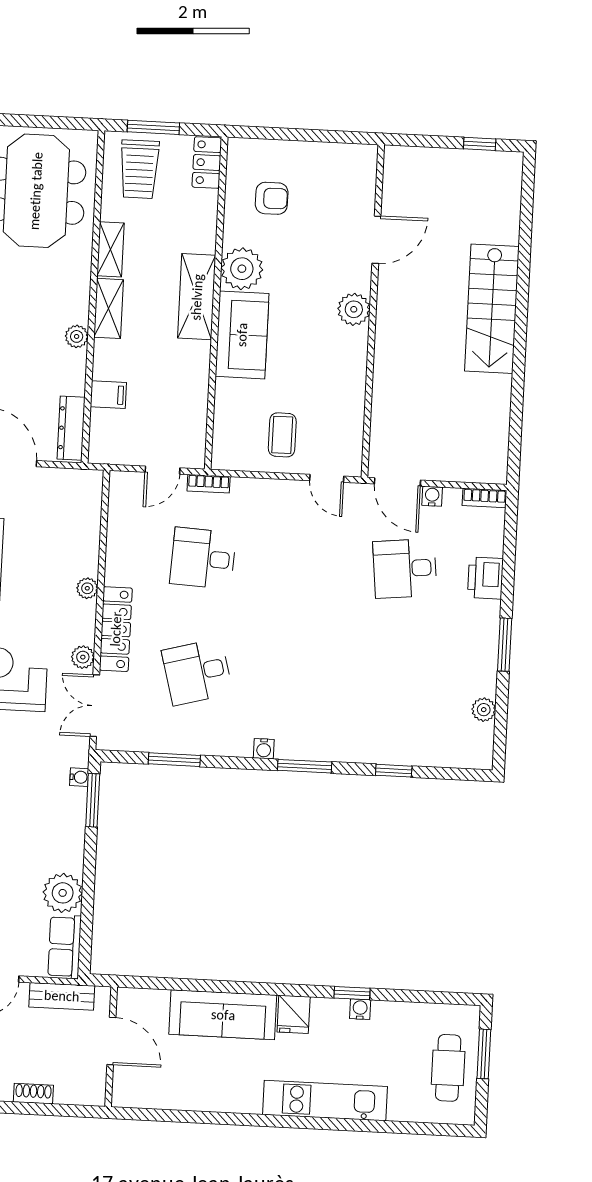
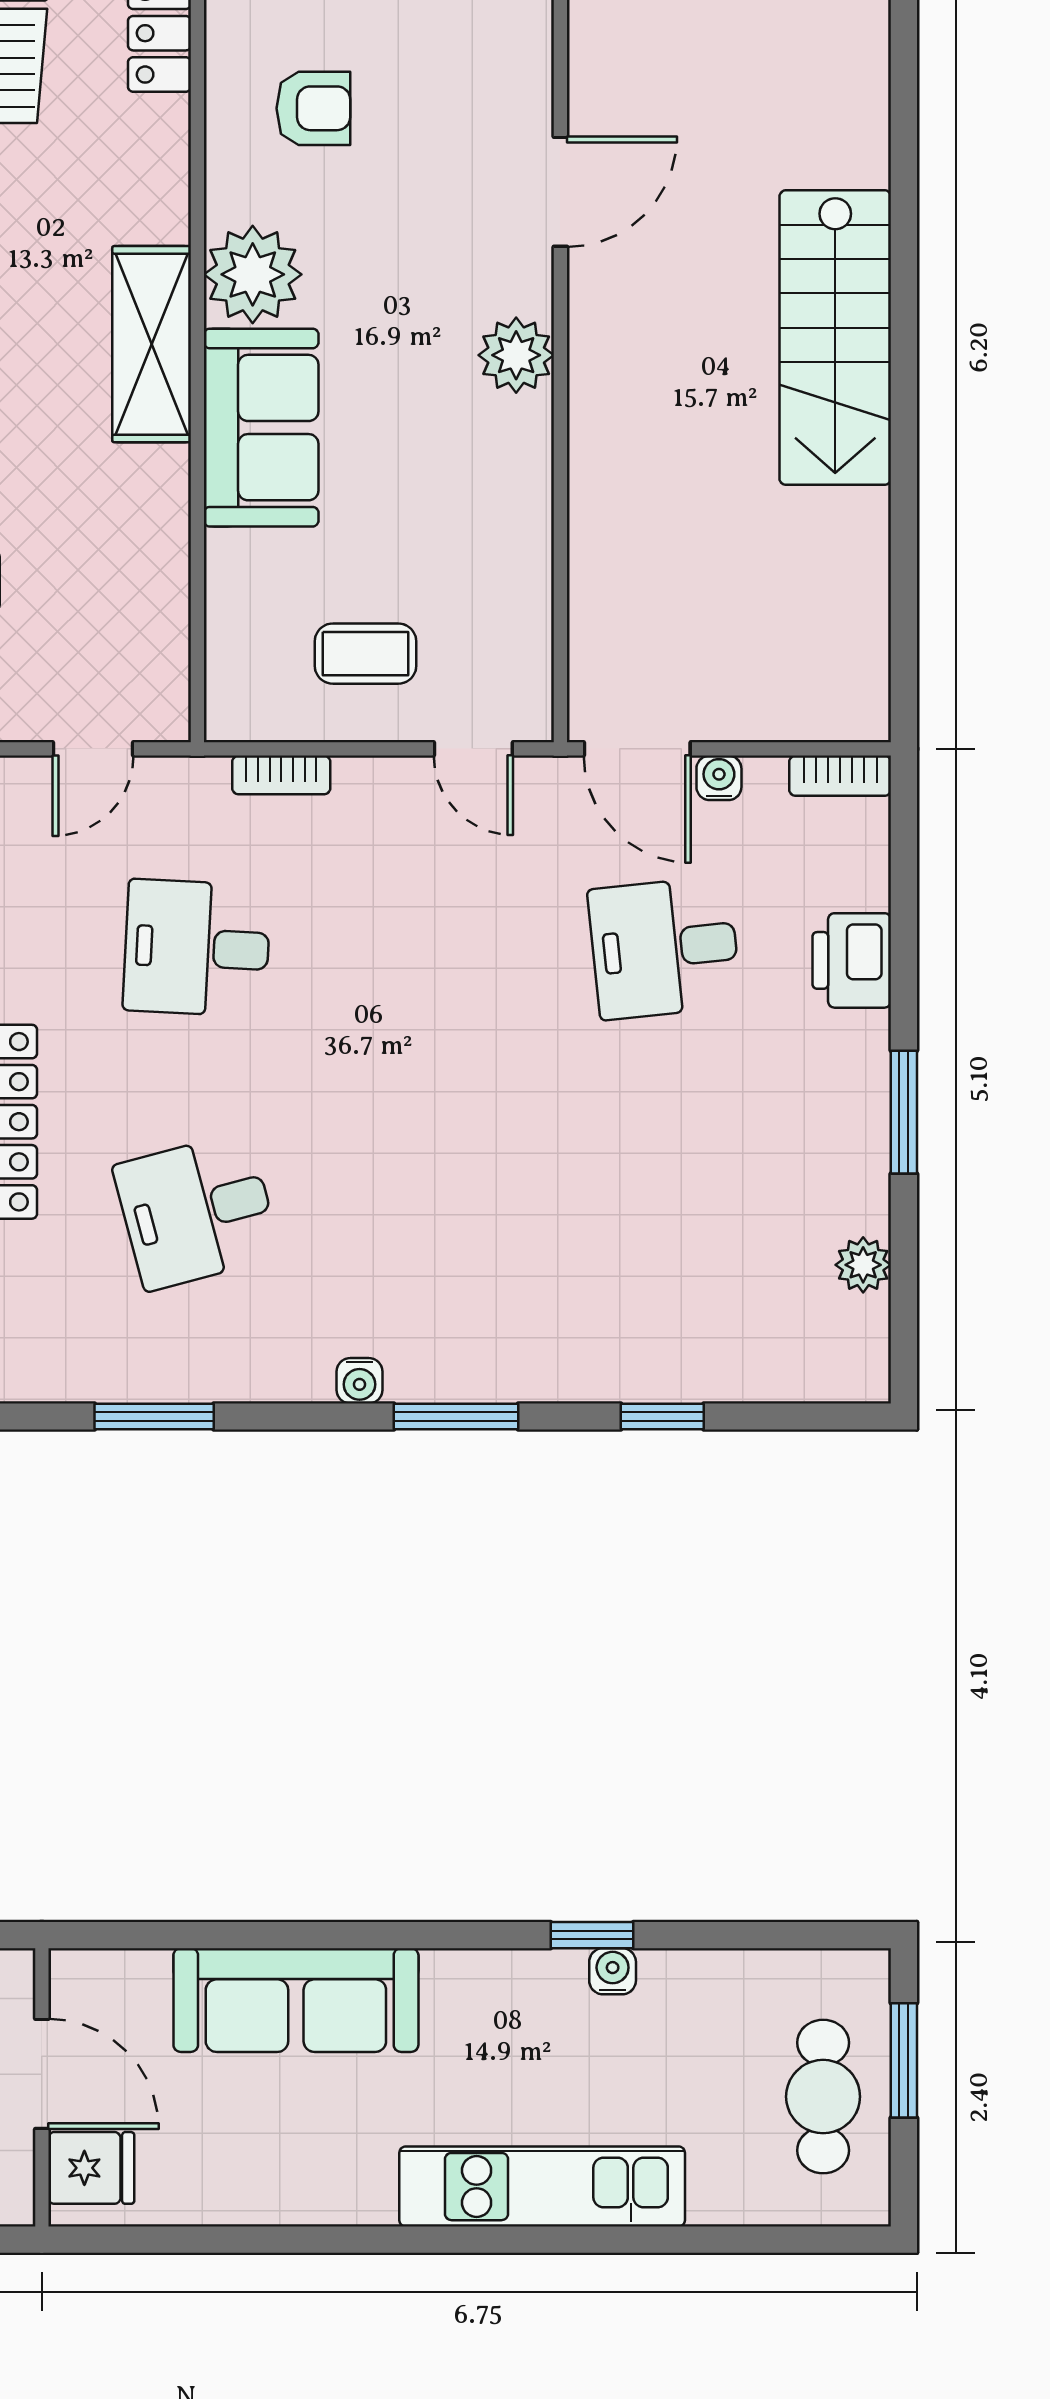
coffee table: (282, 435) -> (366, 654), turned 90
bookcase: (209, 484) -> (281, 775), moved
fridge: (294, 1014) -> (91, 2168), moved, turned -90

